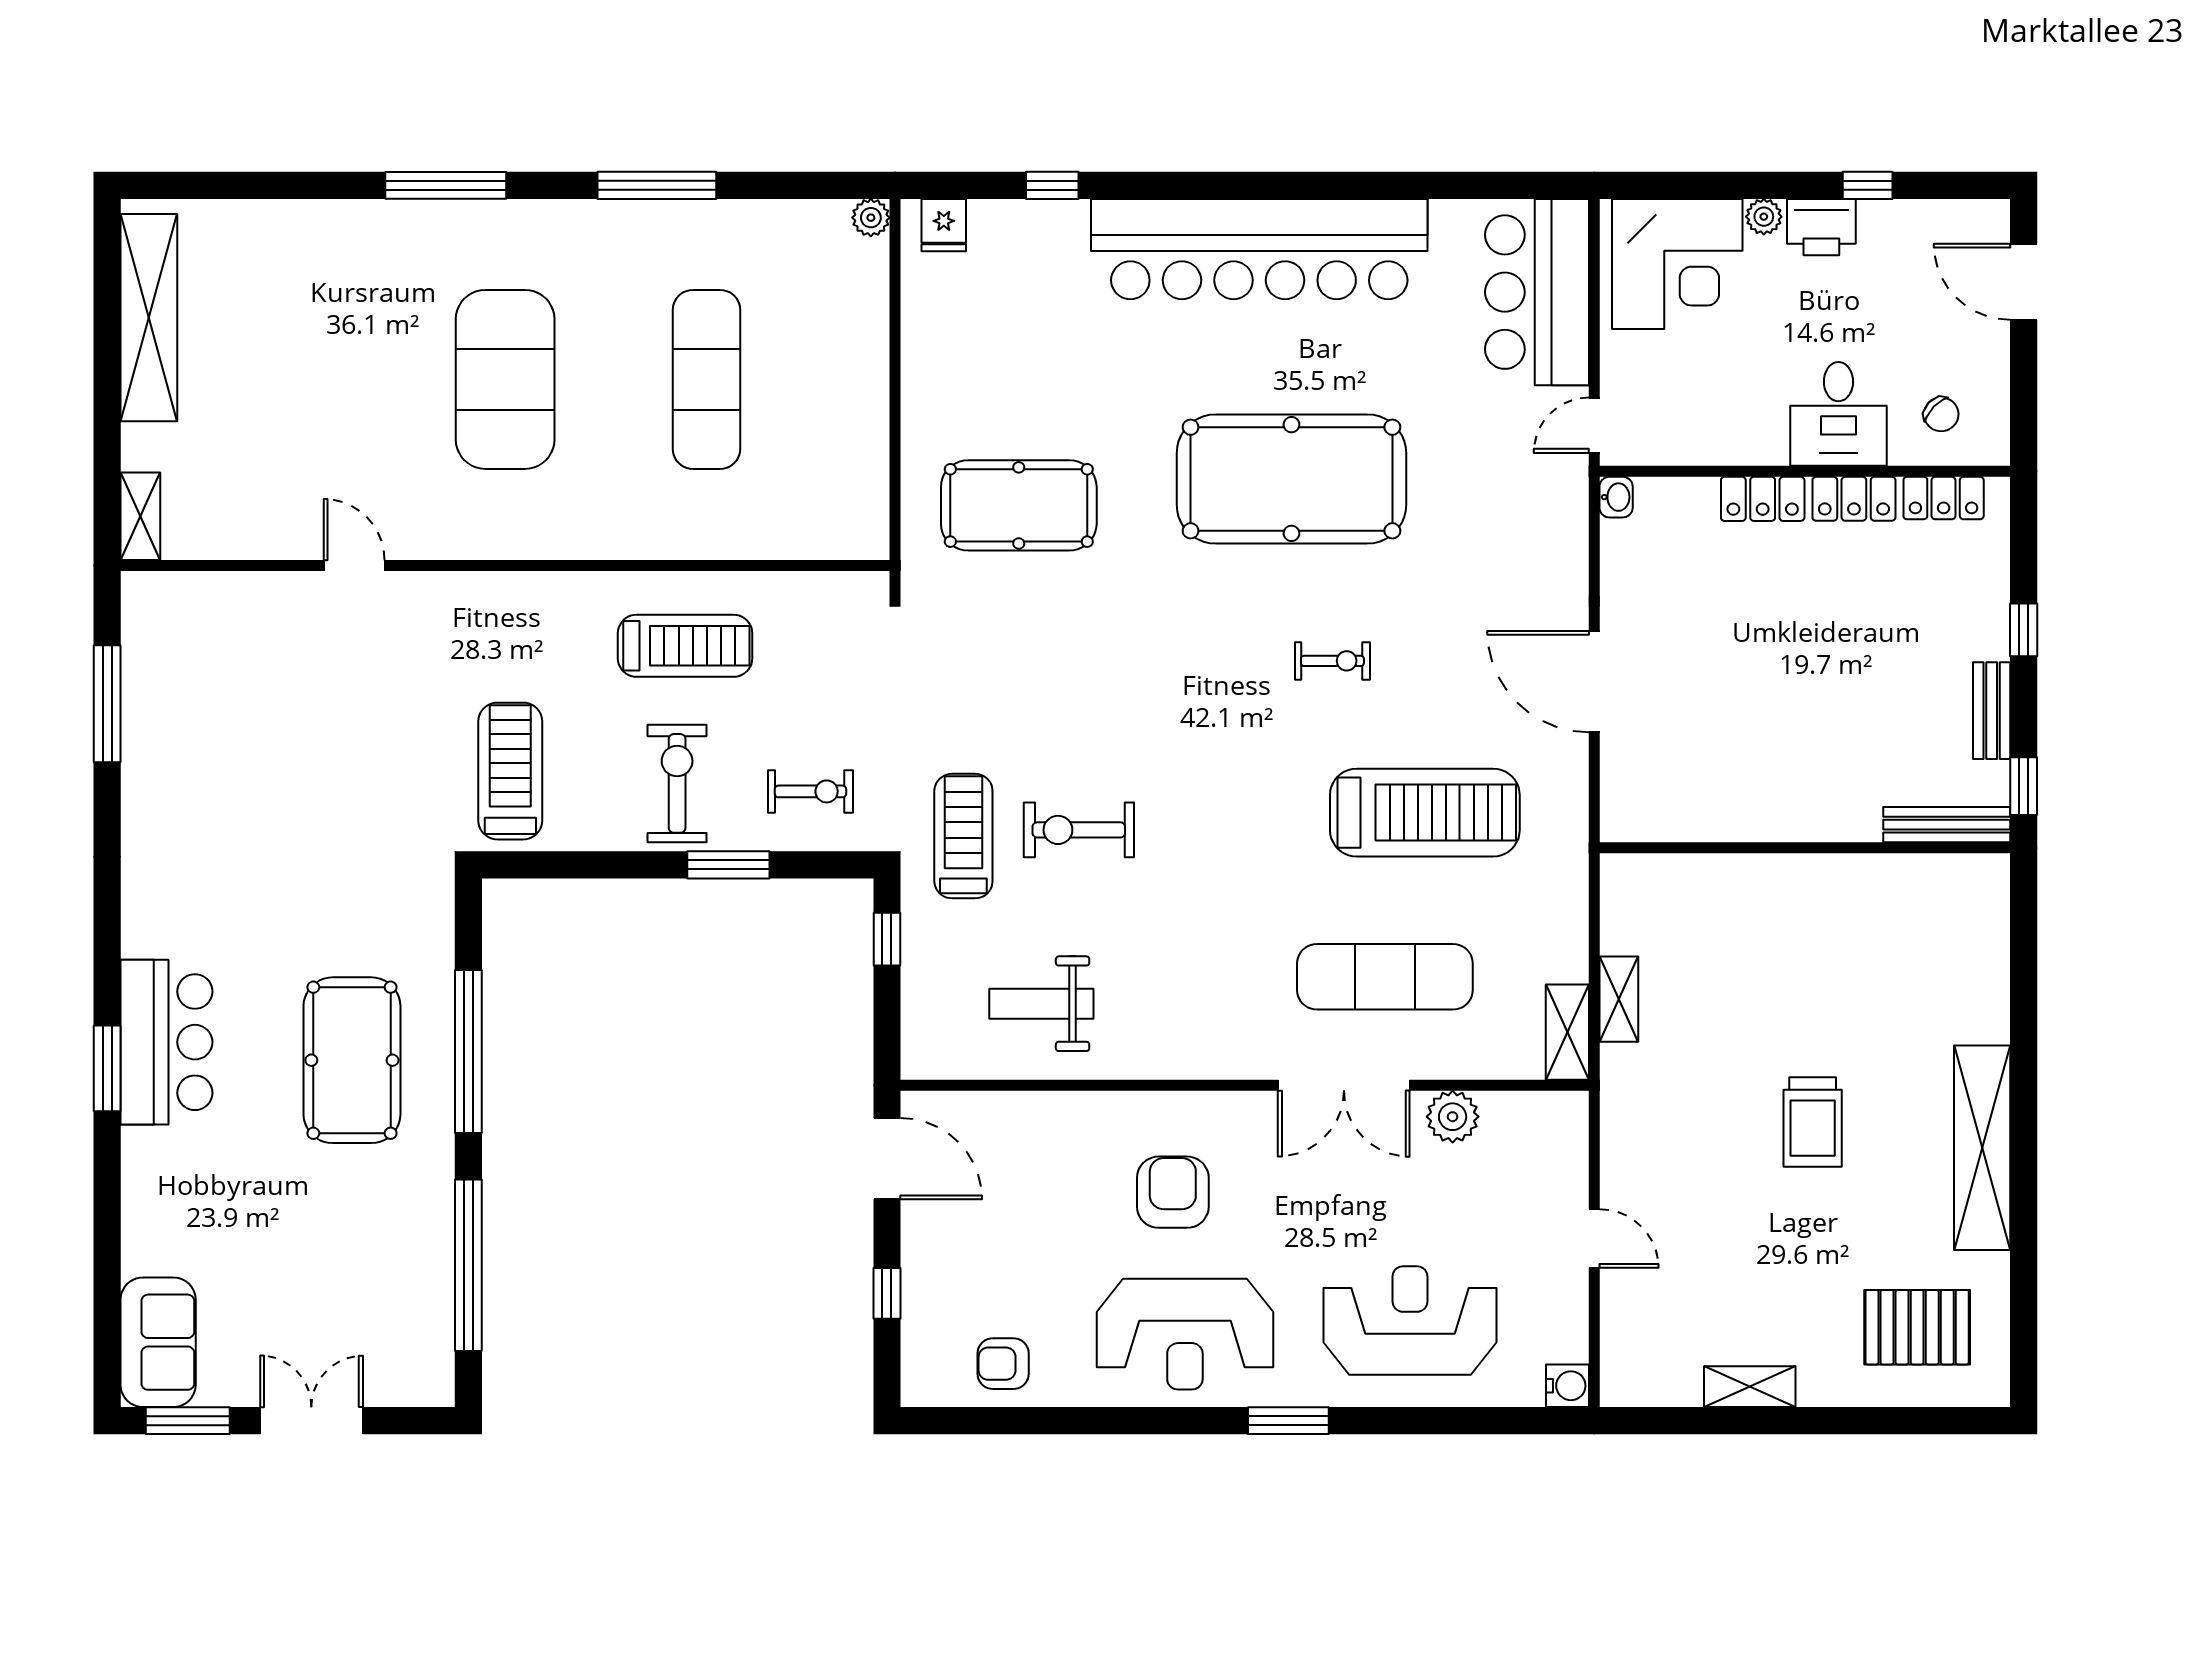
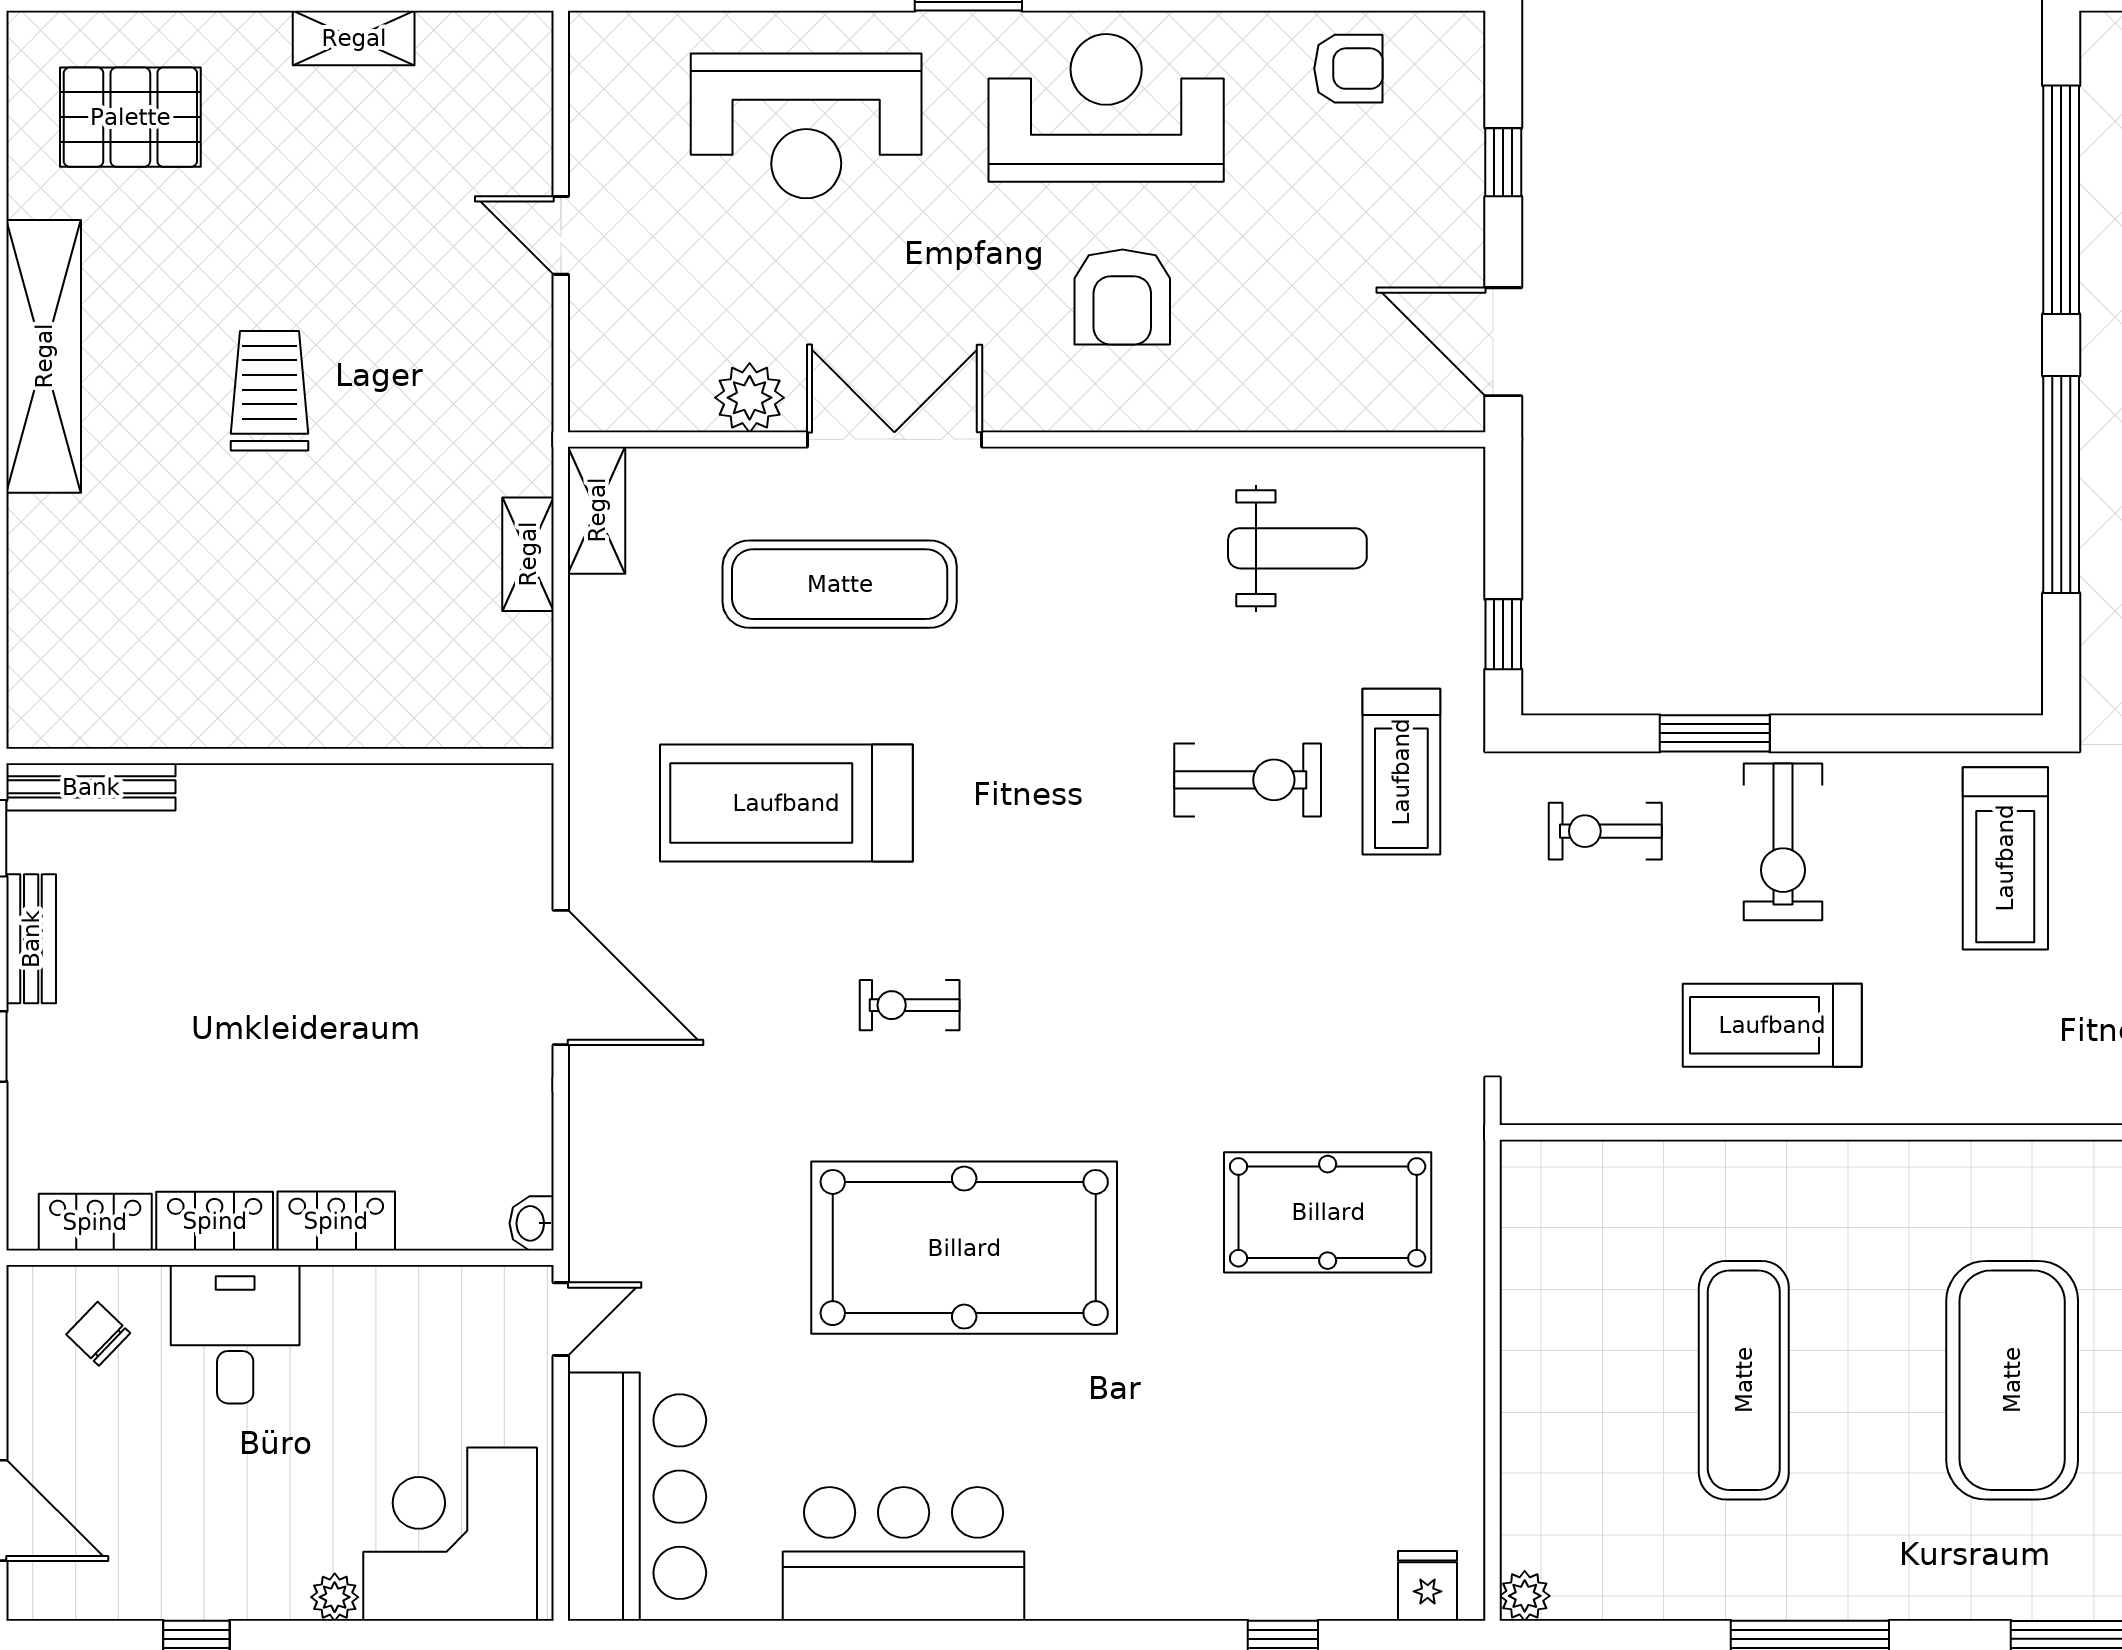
printer: (1821, 227) -> (258, 1583), removed
bar counter: (1259, 249) -> (904, 1554), width x0.54
water cooler: (1567, 1386) -> (596, 39), removed

